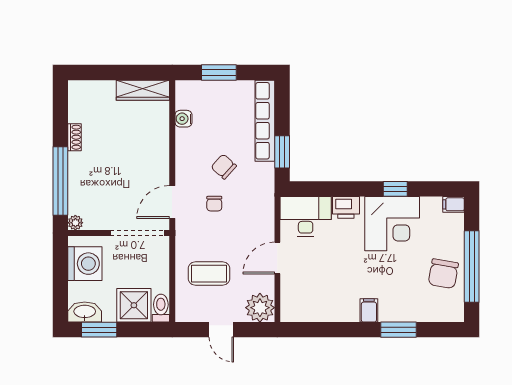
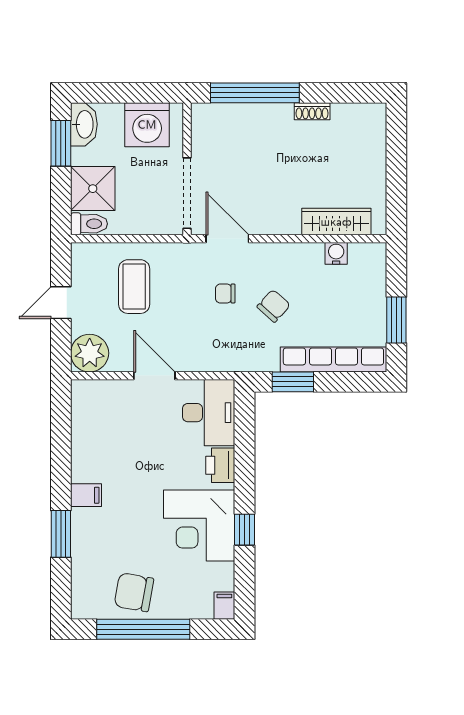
window: (219, 73) -> (396, 320), moved
wardrobe: (143, 90) -> (336, 222), moved, turned 90
plant: (75, 223) -> (200, 112), removed

